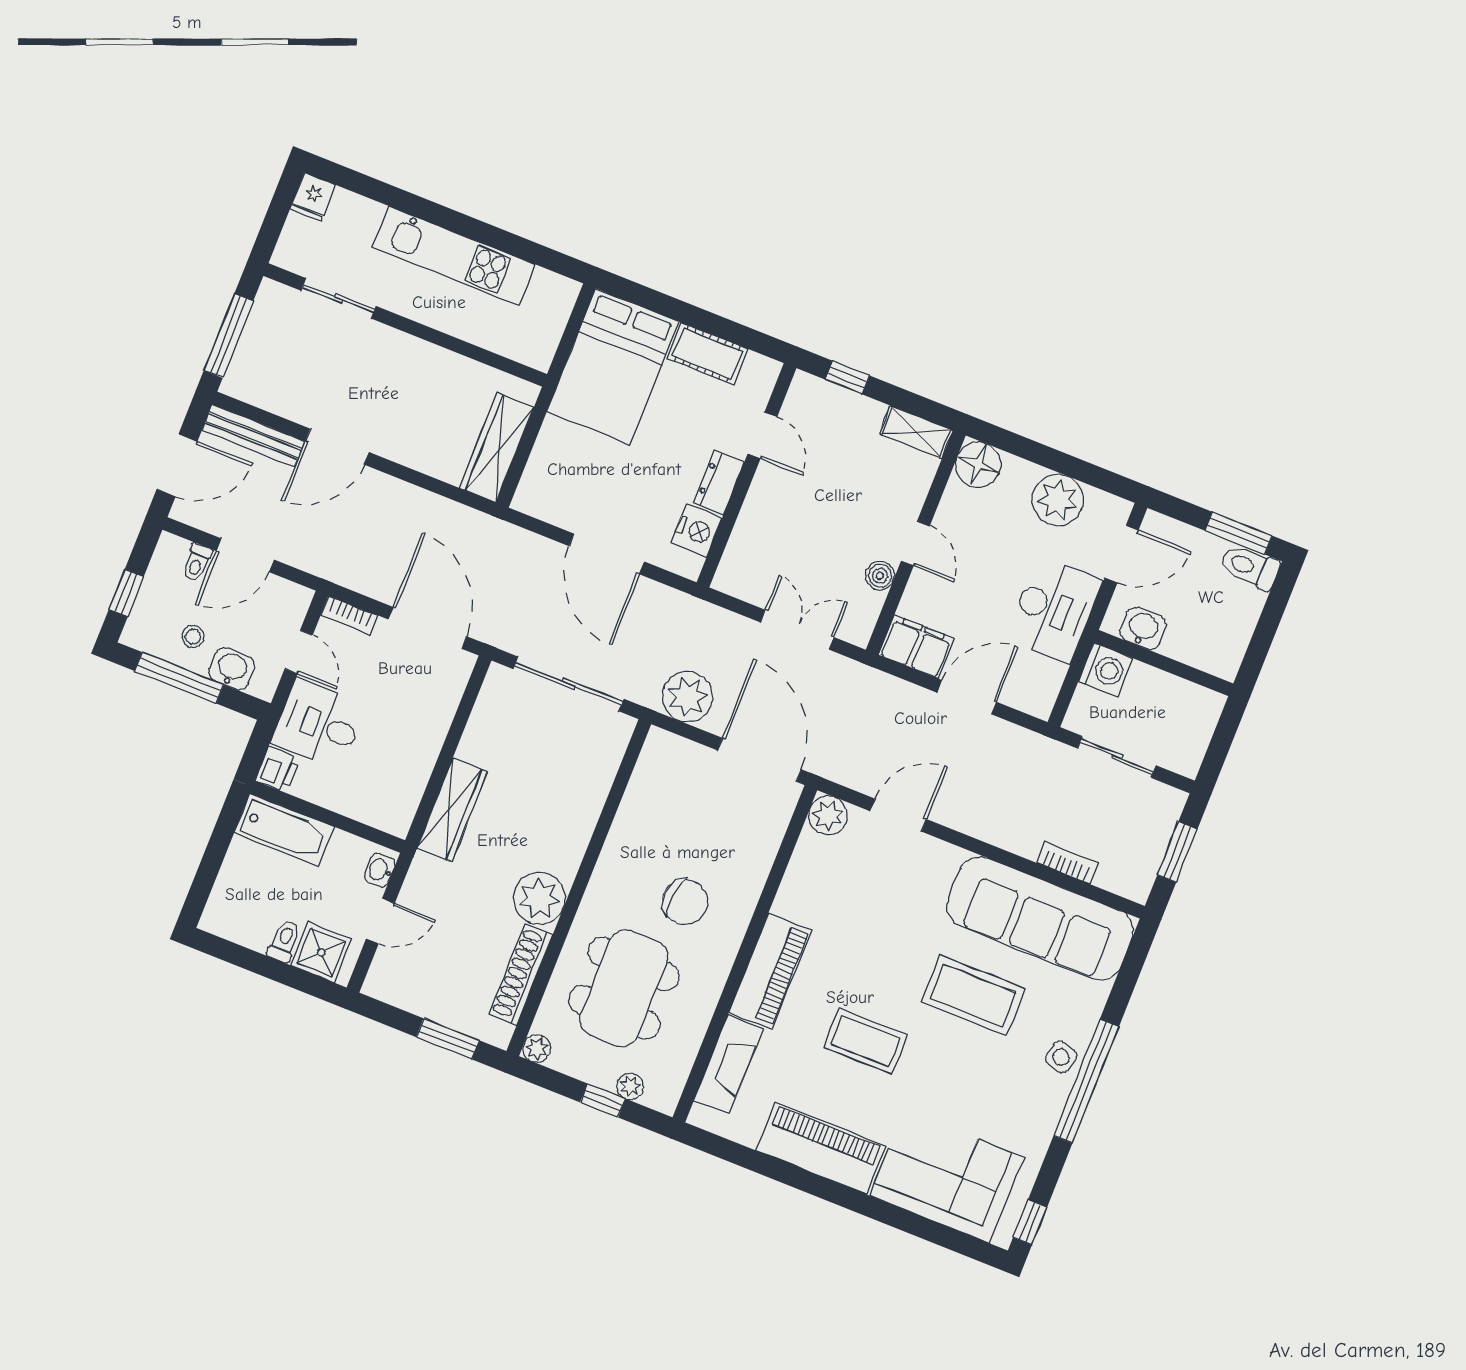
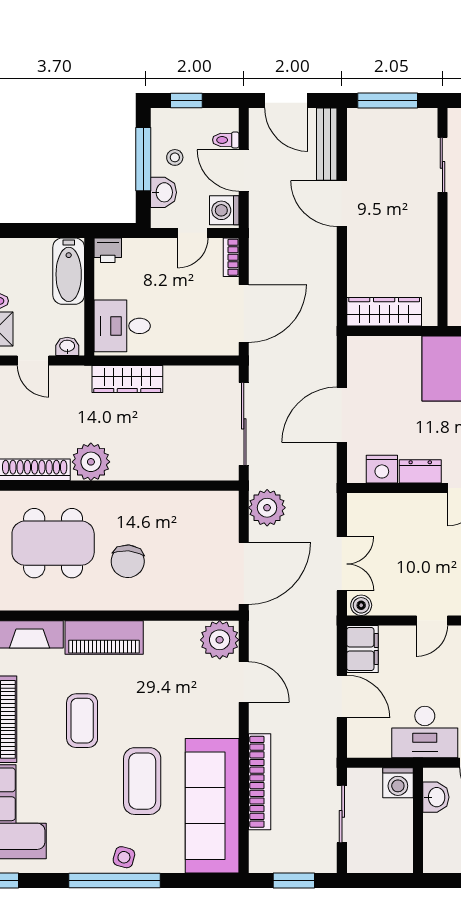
boiler: (880, 576) -> (361, 605), moved
washing machine: (286, 600) -> (224, 210), added
desk: (319, 724) -> (122, 326), moved, turned -90
plant: (828, 815) -> (220, 640), width x1.36, depth x1.36
bookcase: (1067, 863) -> (260, 782), width x2.31, depth x1.31

